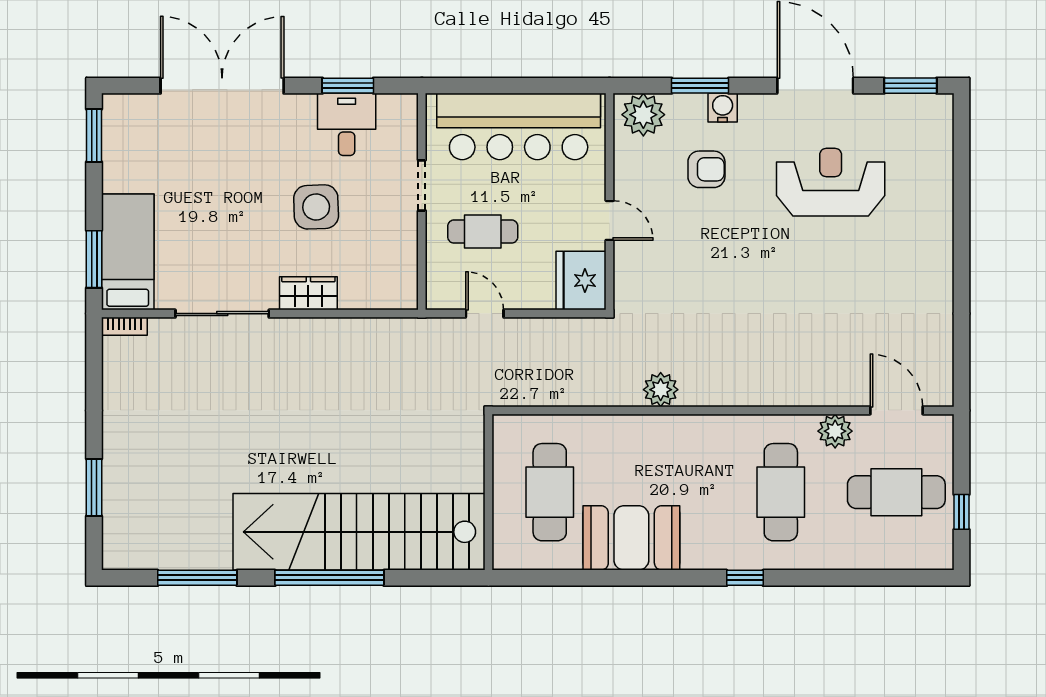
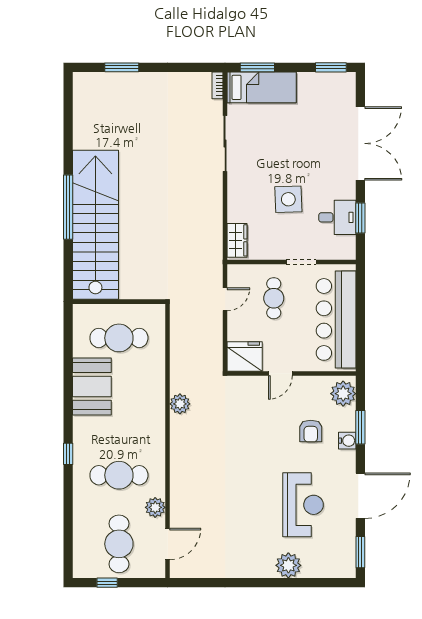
plant: (933, 207) -> (288, 565), added
wardrobe: (308, 293) -> (237, 240), moved
window: (197, 578) -> (68, 129), removed

